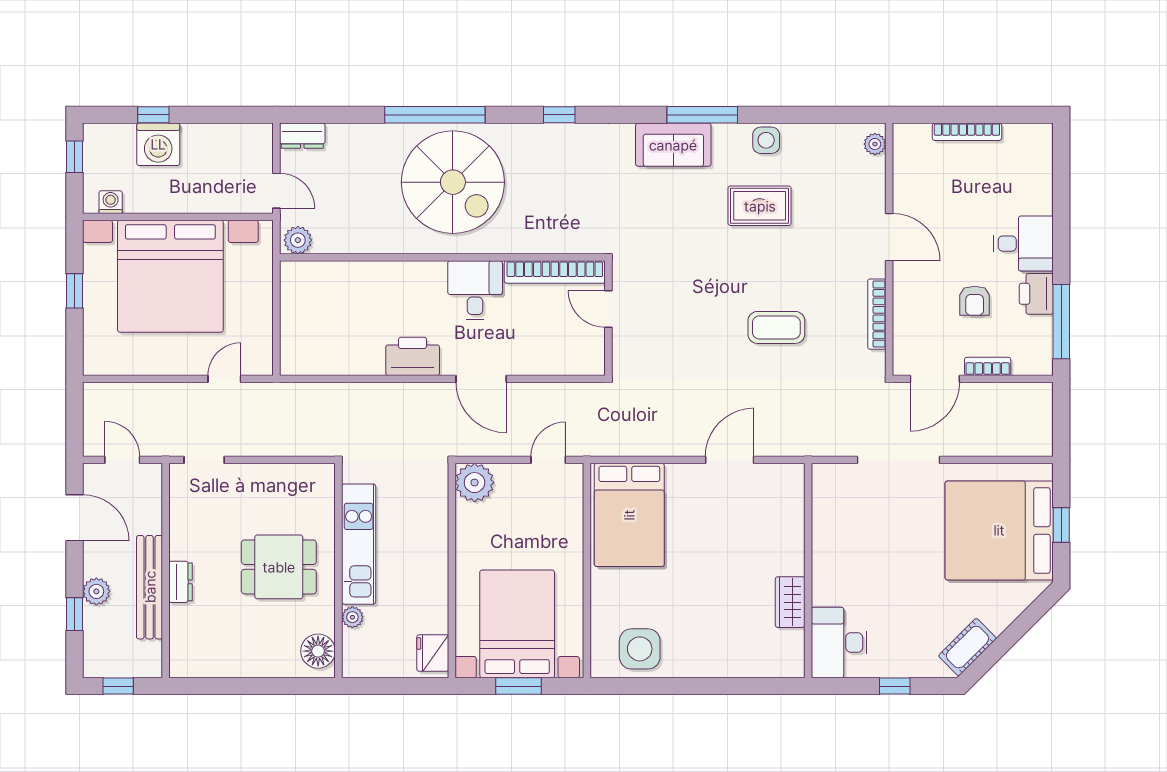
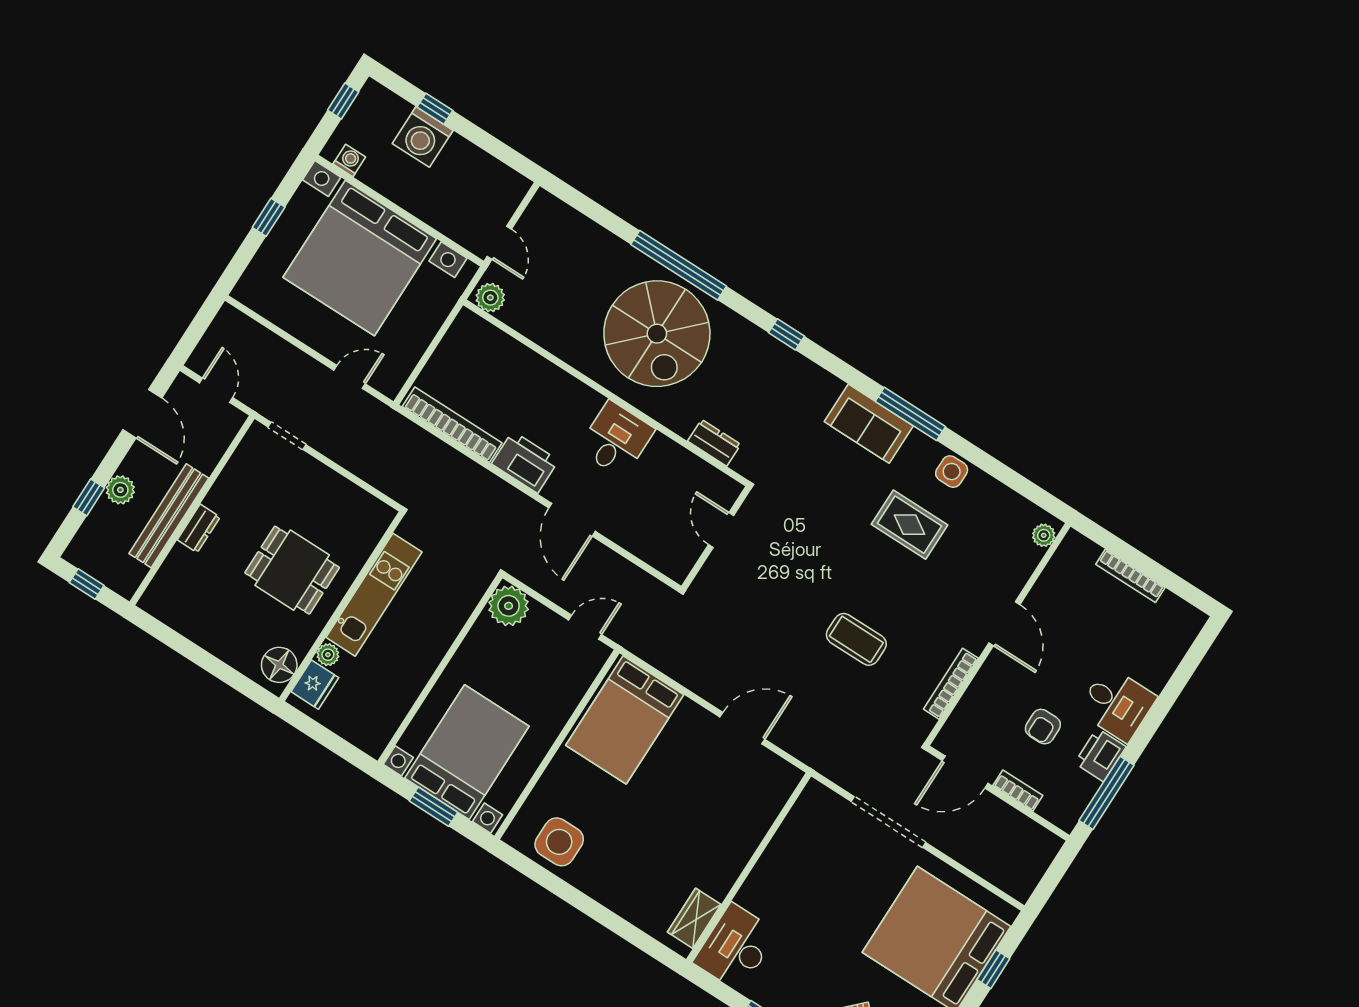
dresser: (302, 136) -> (714, 443), moved, turned 180
bookcase: (555, 272) -> (452, 425), moved, turned 180
wardrobe: (790, 602) -> (694, 918), moved
fridge: (433, 653) -> (315, 685), moved, turned 180

